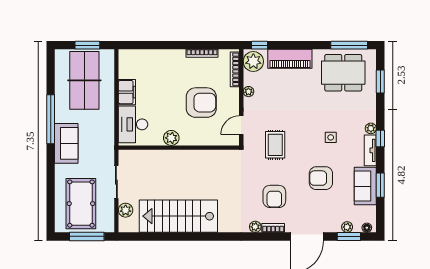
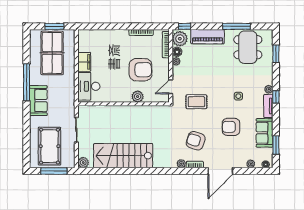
window: (349, 45) -> (237, 26), moved
dining table: (343, 73) -> (248, 47), turned 90
floor lamp: (250, 79) -> (177, 52), added
plant: (171, 138) -> (138, 97), moved
rug: (275, 145) -> (196, 102), turned 90
window: (380, 185) -> (276, 145), moved
armchair: (274, 196) -> (196, 141), turned 108
plant: (126, 210) -> (83, 163), moved
window: (349, 236) -> (252, 171), removed

